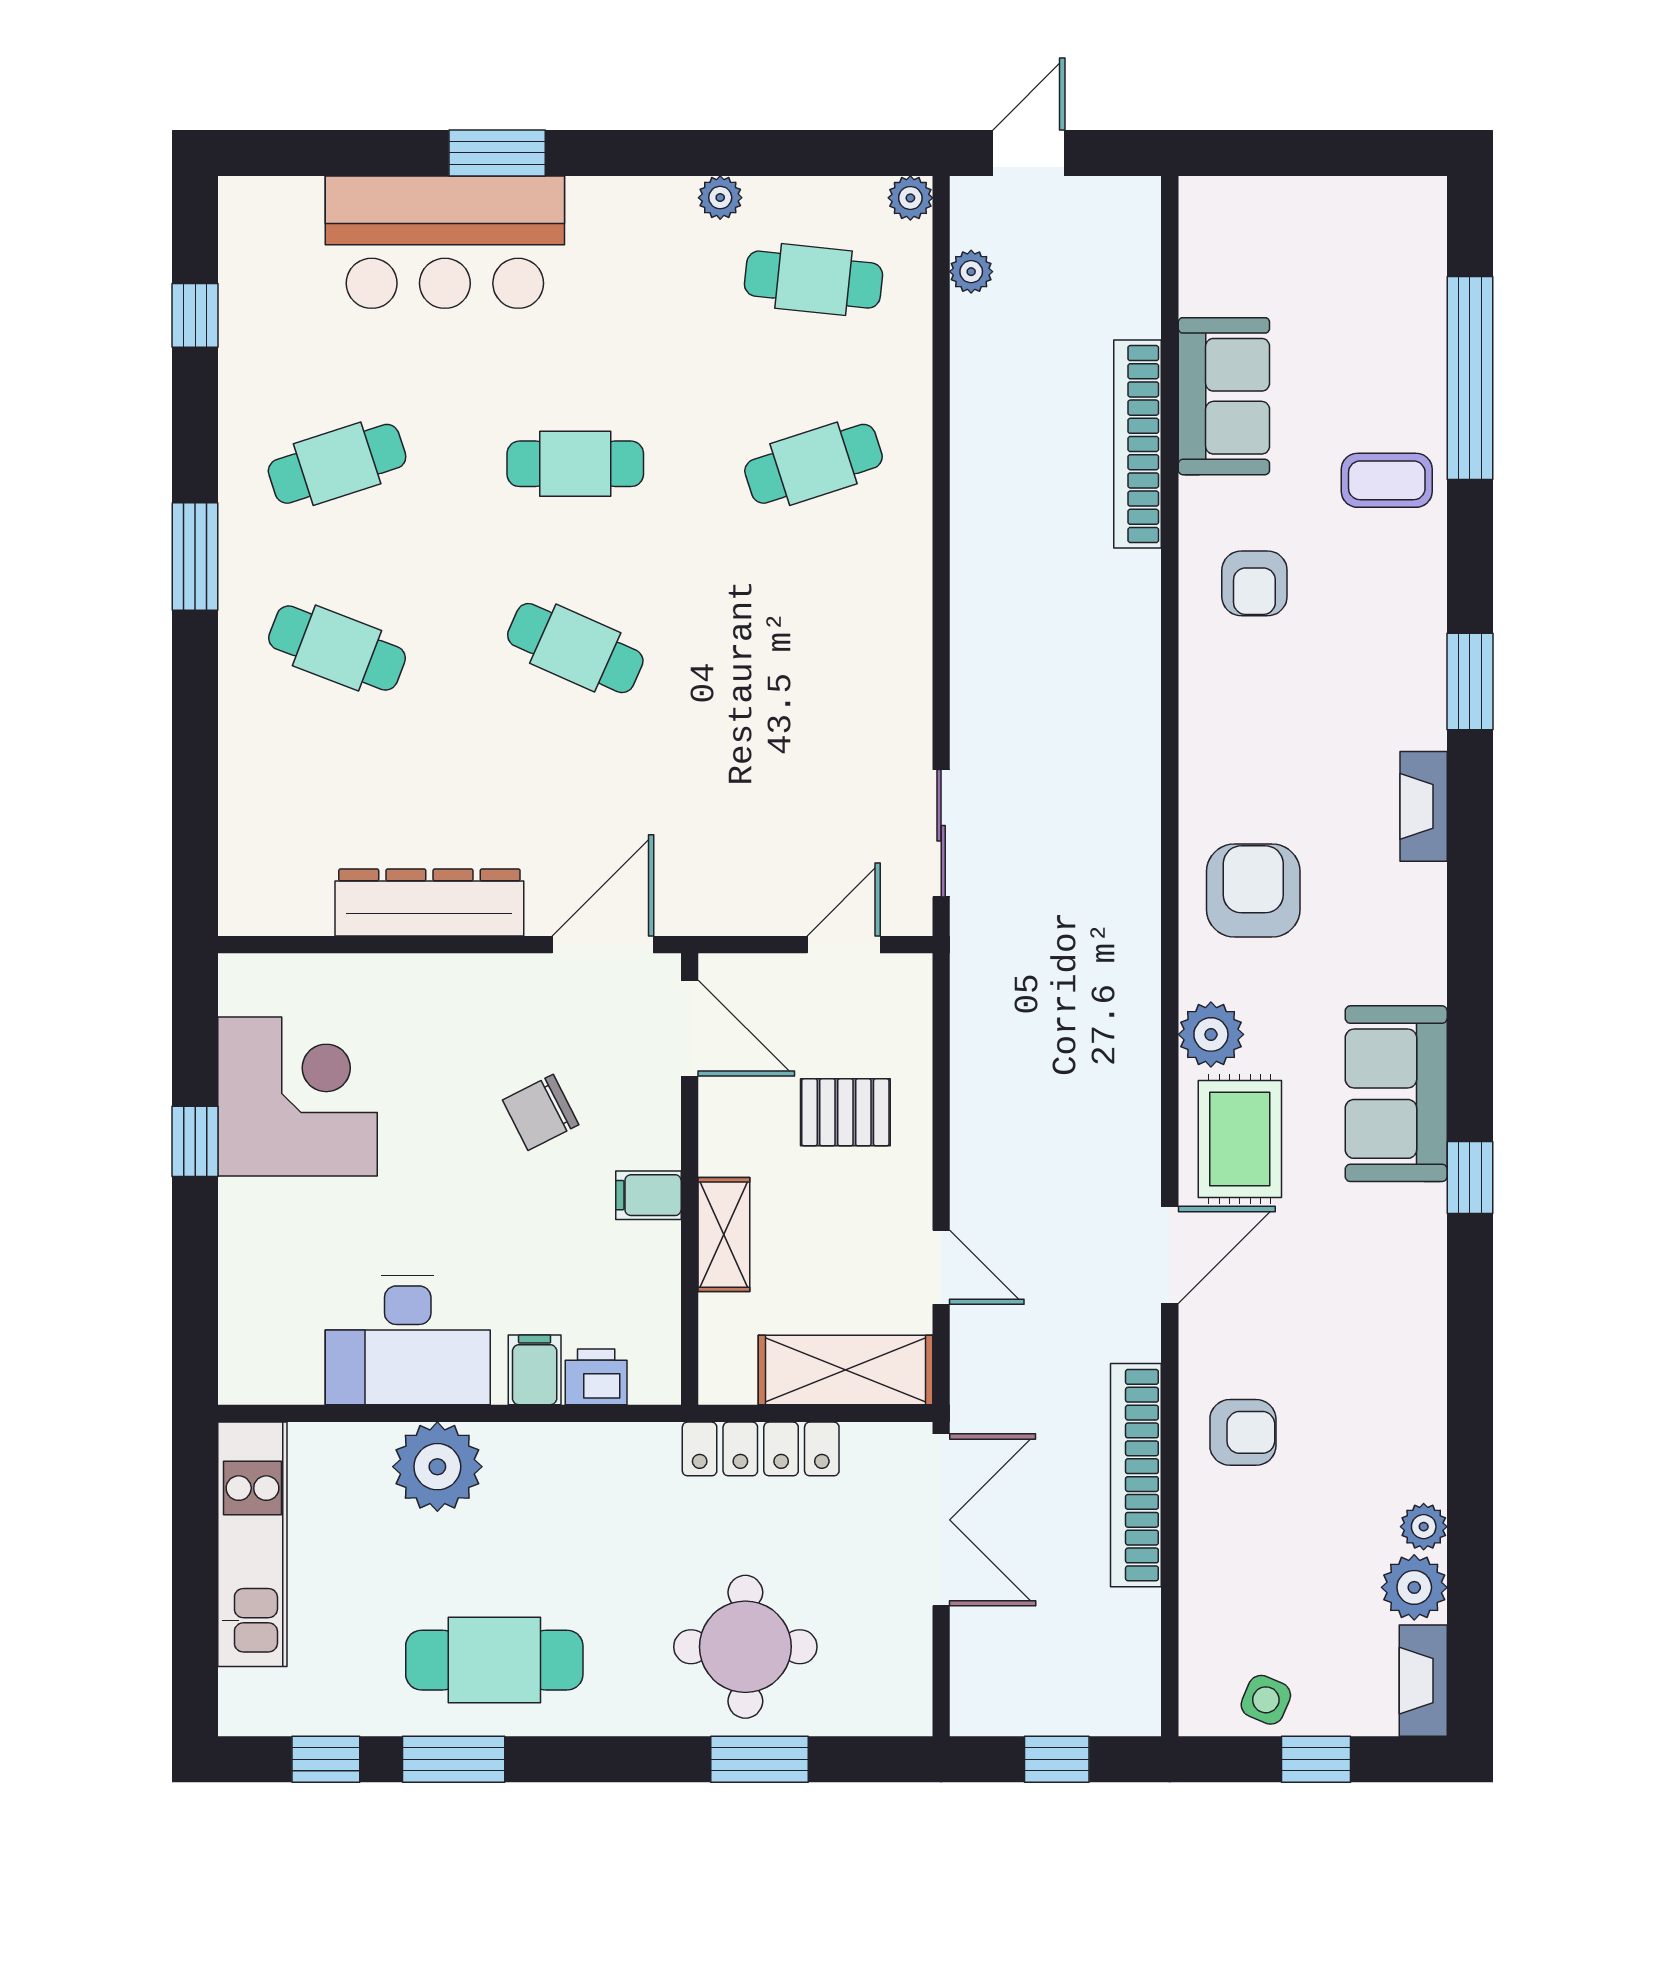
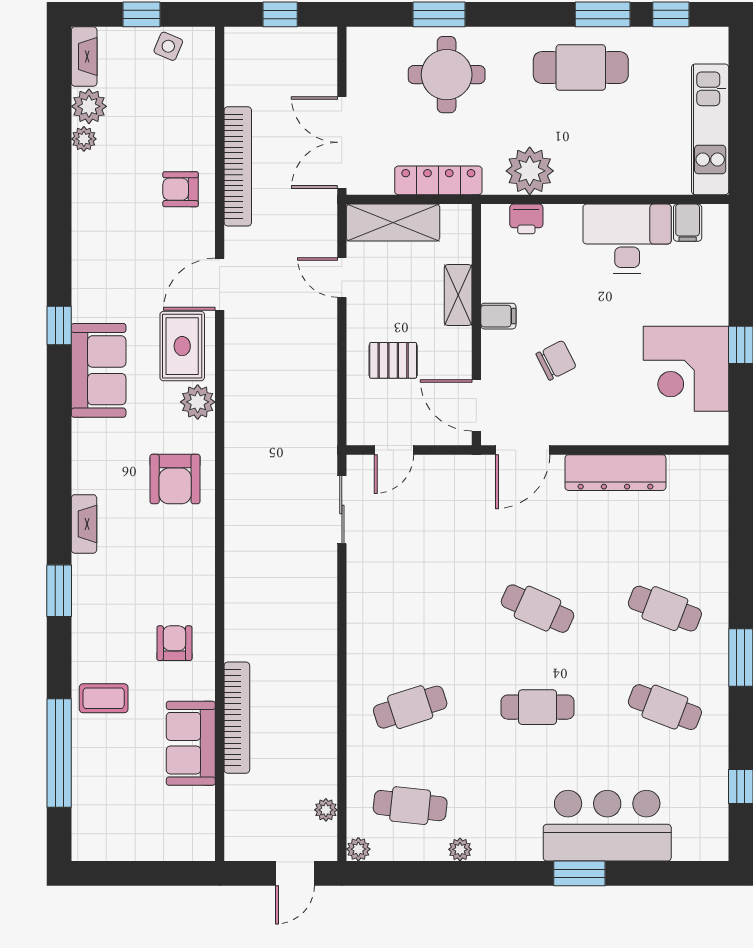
cafe table: (337, 464) -> (665, 707), turned 39
filing cabinet: (535, 1370) -> (688, 223), moved
plant: (437, 1467) -> (530, 171), moved

